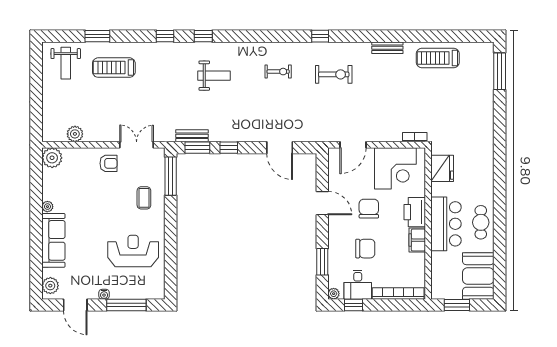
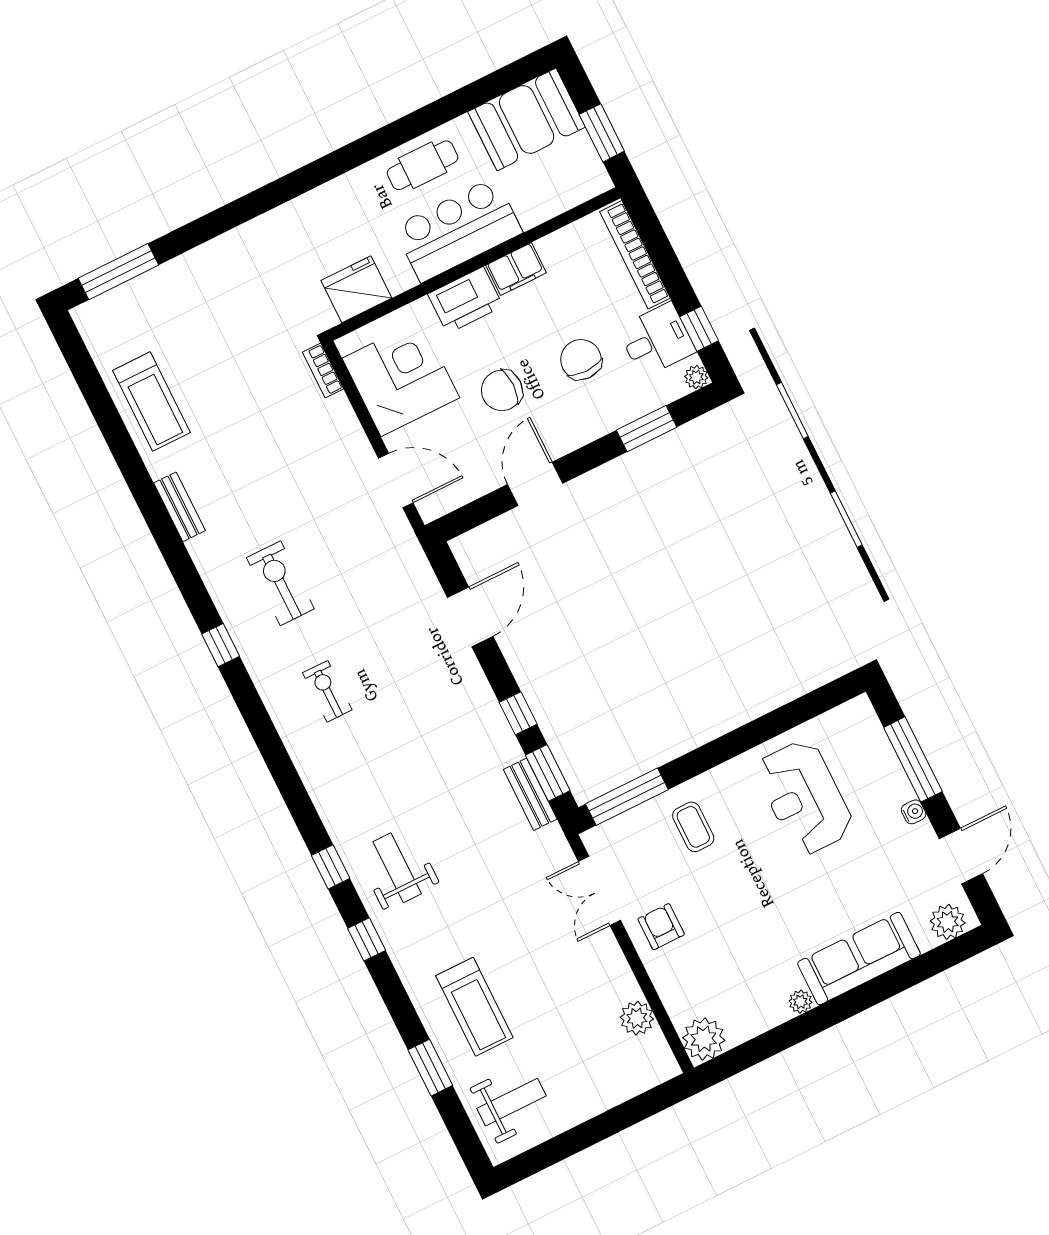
weight bench: (214, 76) -> (397, 868), moved
coffee table: (144, 198) -> (693, 827), turned 90

